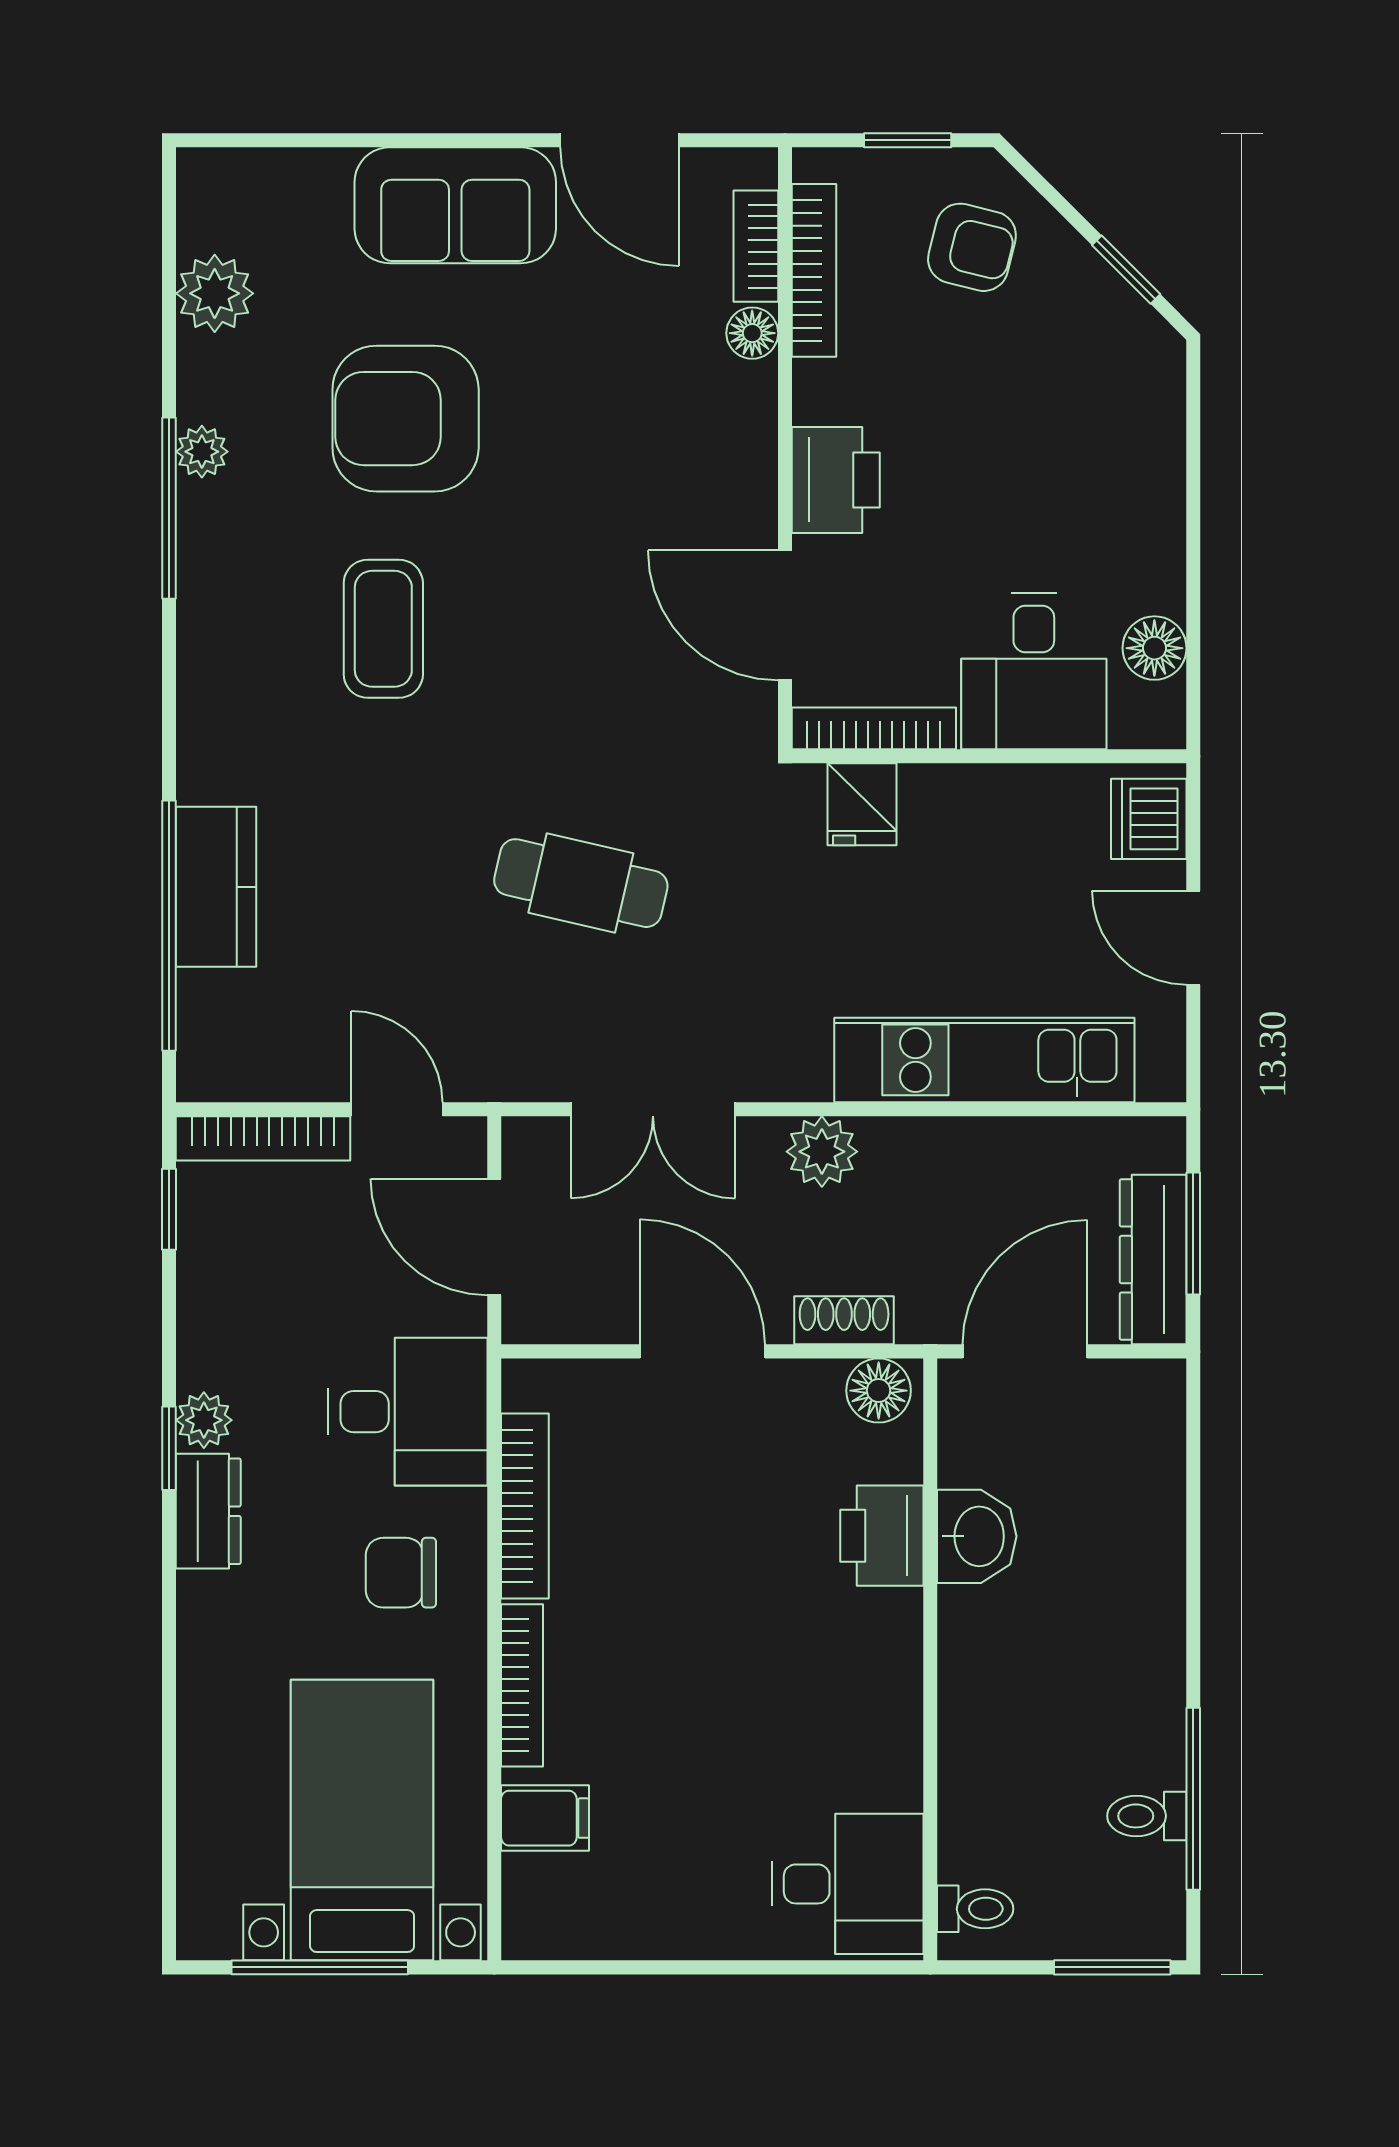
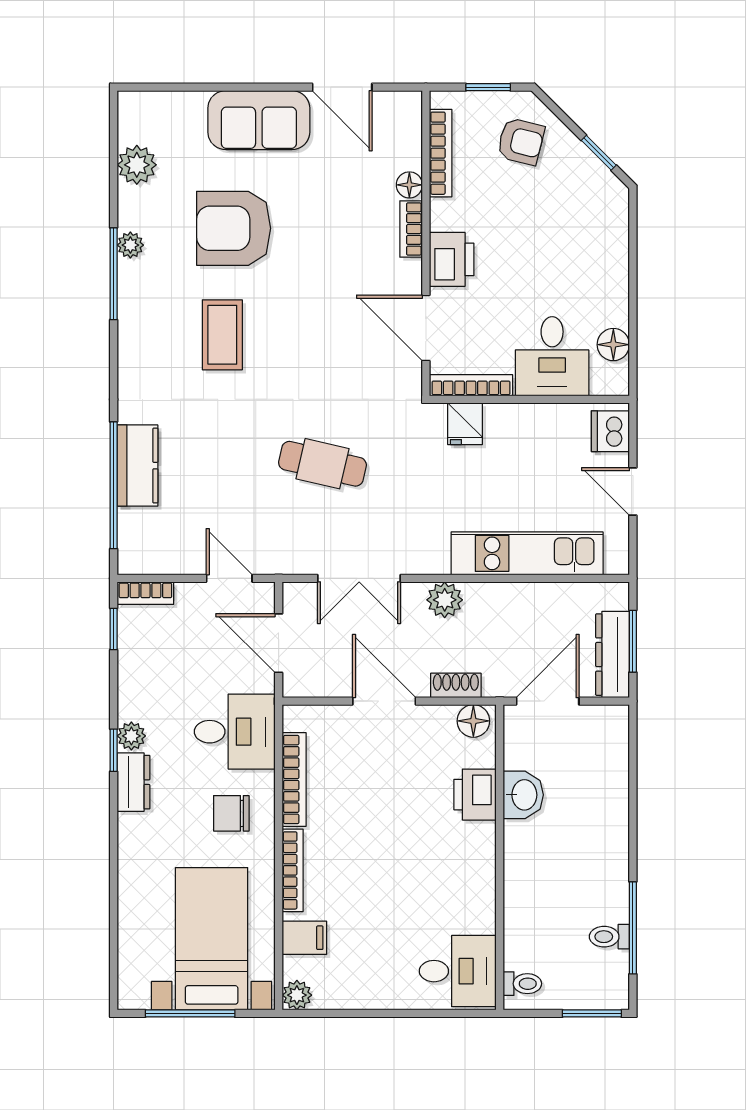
bookcase: (756, 246) -> (411, 229), moved
bookcase: (263, 1138) -> (145, 593), width x0.64
plant: (530, 1931) -> (297, 995), added

